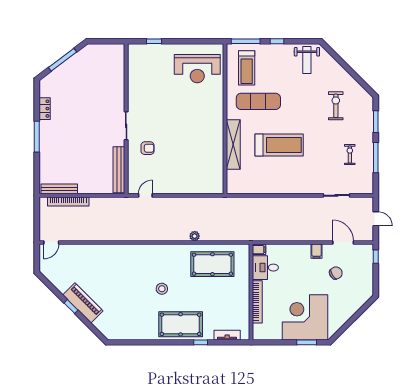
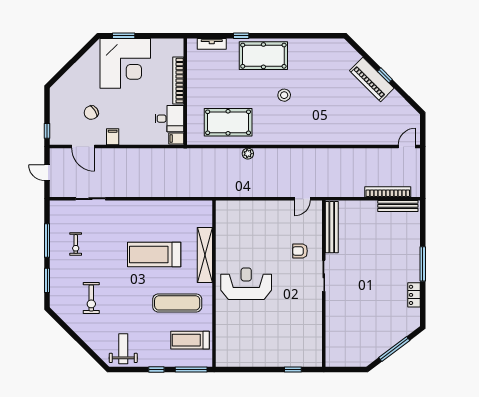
treadmill: (247, 68) -> (190, 340), turned -90
reception desk: (197, 69) -> (246, 284), moved

